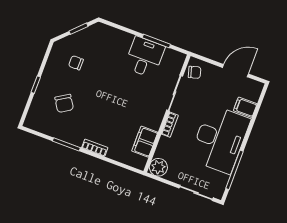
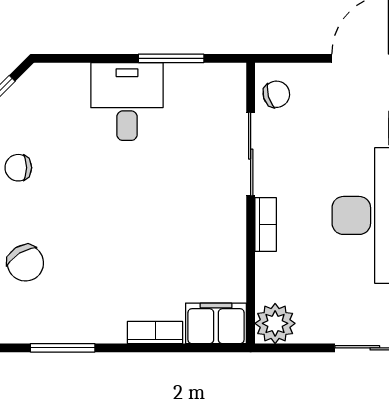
desk: (145, 57) -> (127, 102), moved
filing cabinet: (145, 142) -> (216, 323), moved, turned 90
bookcase: (95, 148) -> (155, 333), moved

